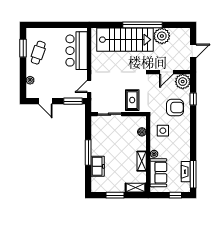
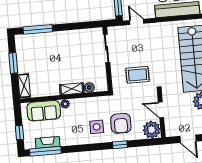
window: (193, 99) -> (120, 145), moved
rug: (132, 100) -> (138, 75), moved
side table: (163, 131) -> (97, 127), moved
window: (88, 152) -> (38, 29), moved
shelving: (142, 161) -> (72, 89), moved
freezer: (98, 166) -> (45, 40), removed

